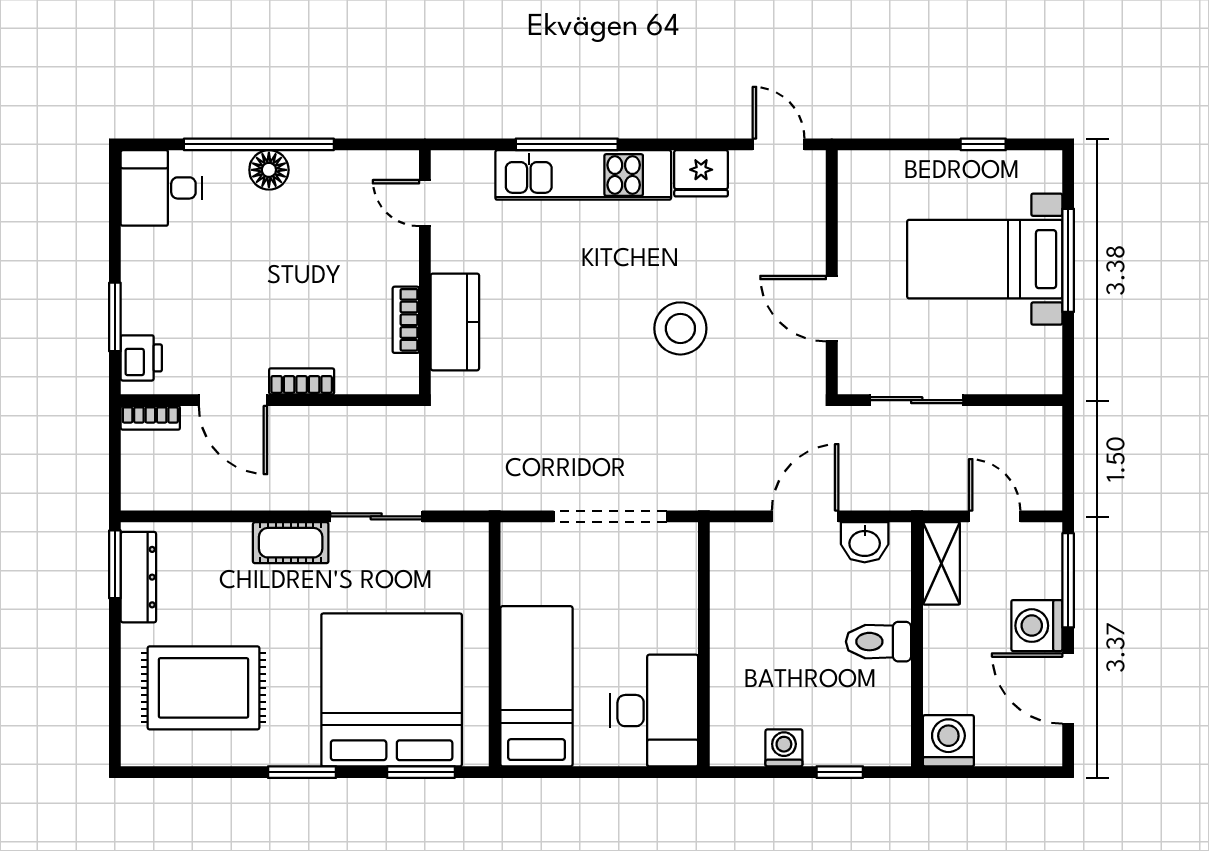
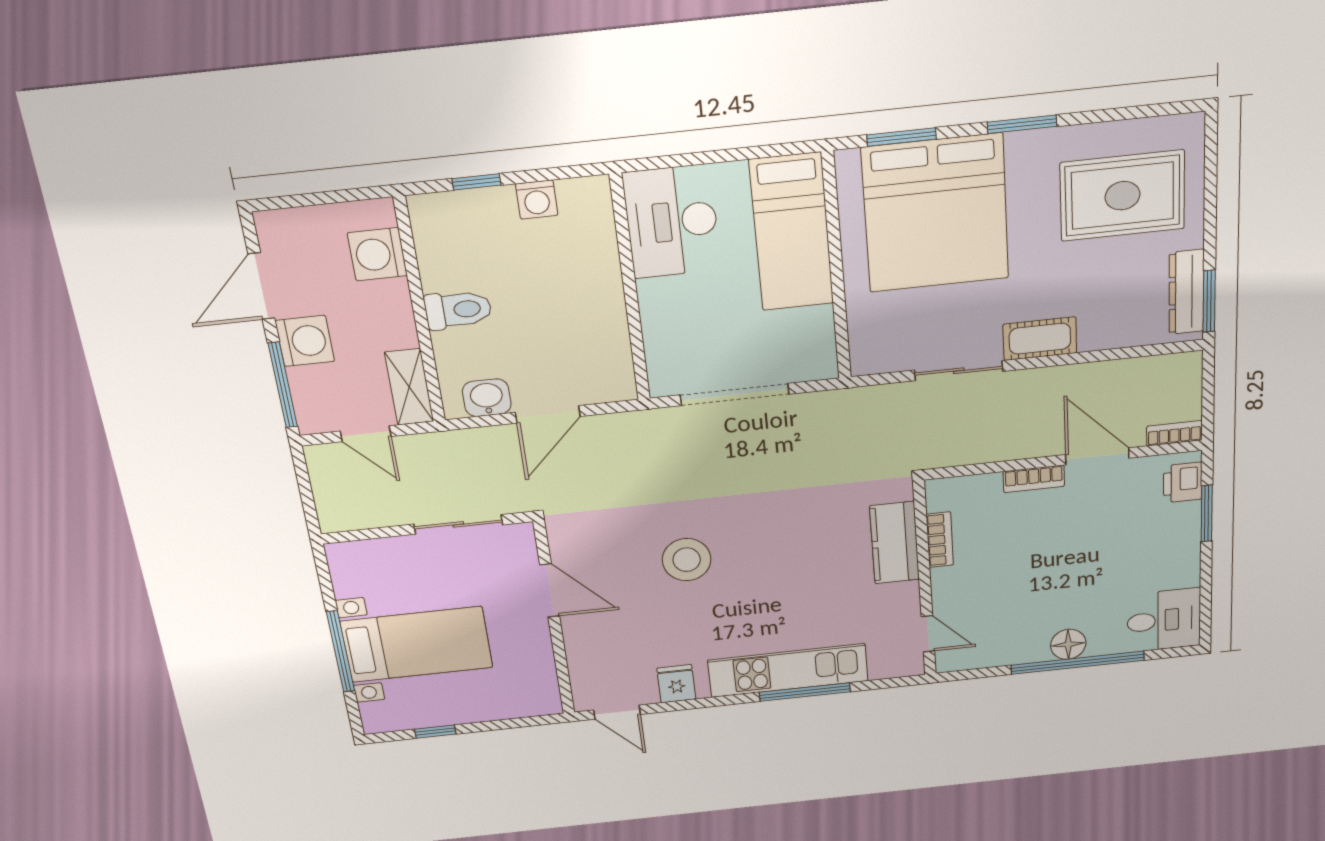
fridge: (701, 173) -> (676, 684), width x0.72
door: (1068, 689) -> (261, 286), swing flipped
washing machine: (948, 741) -> (377, 254), moved, turned 90

